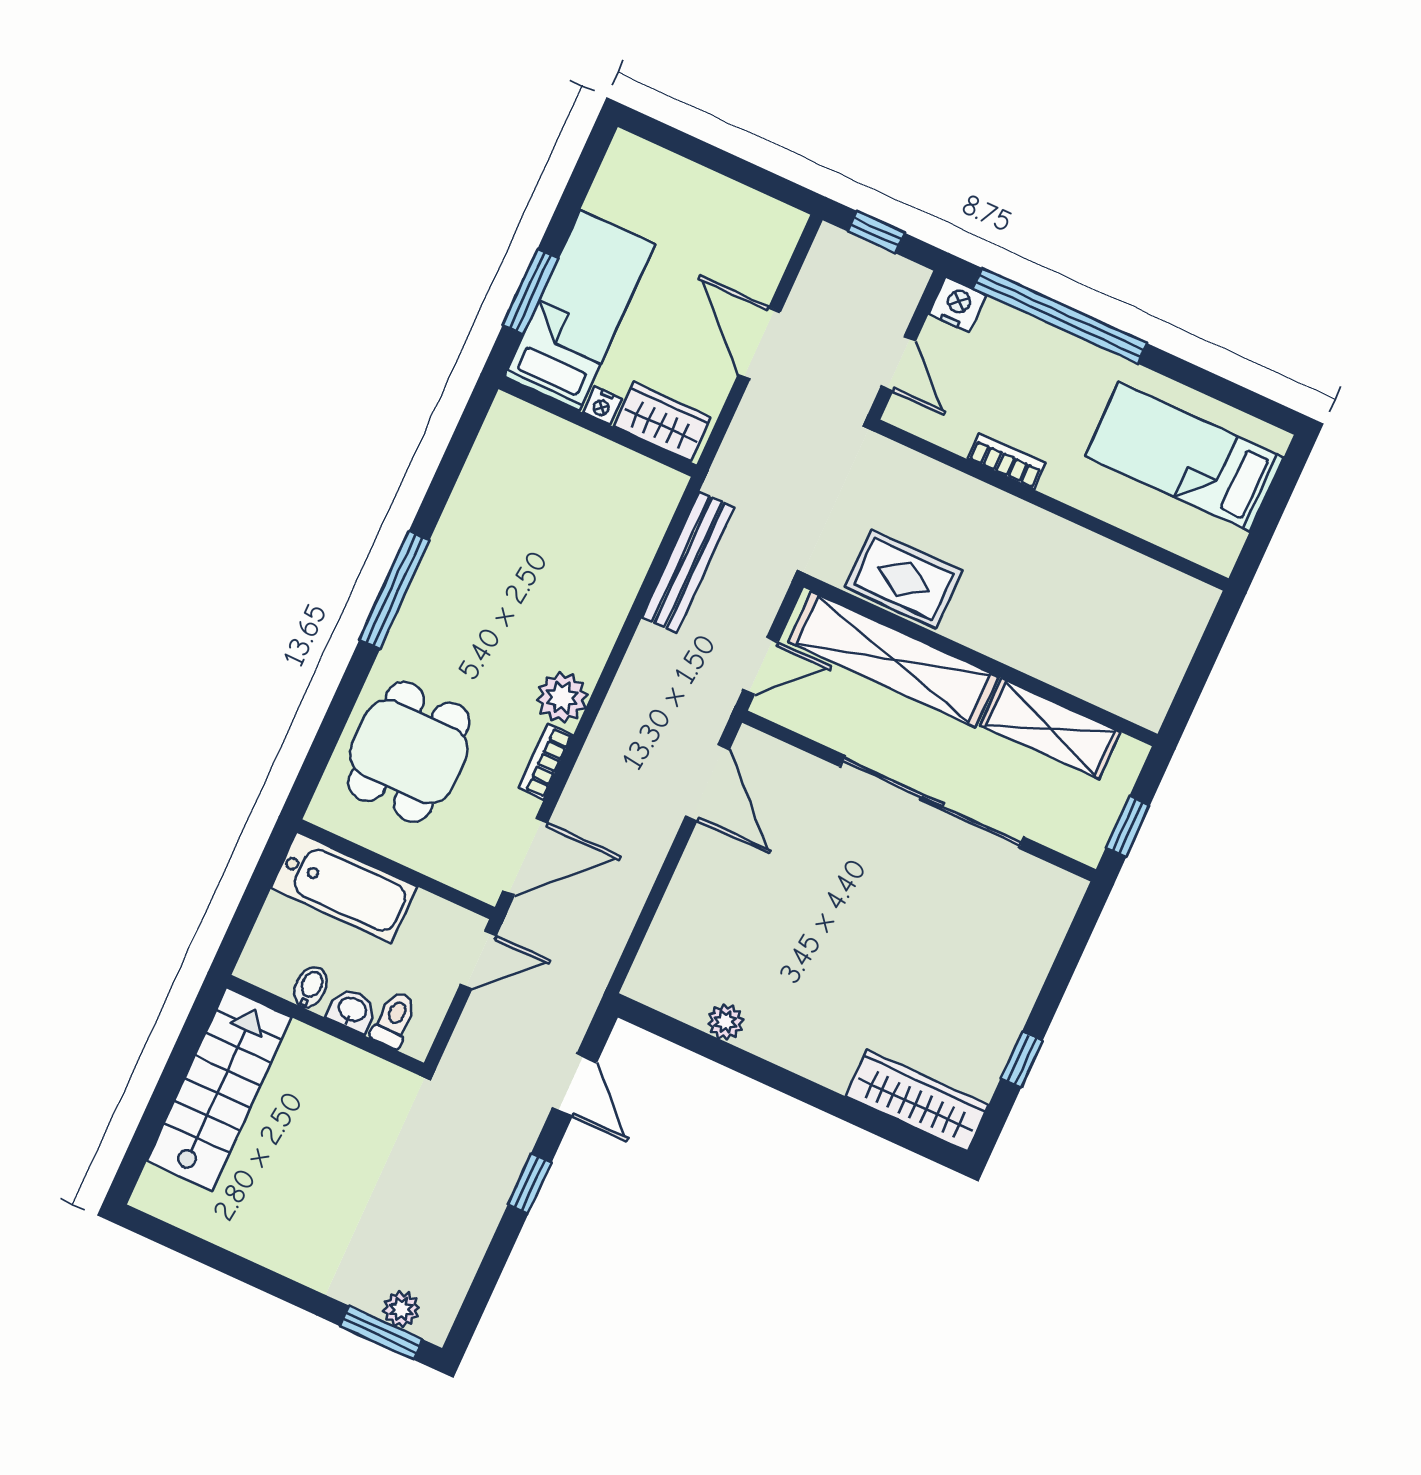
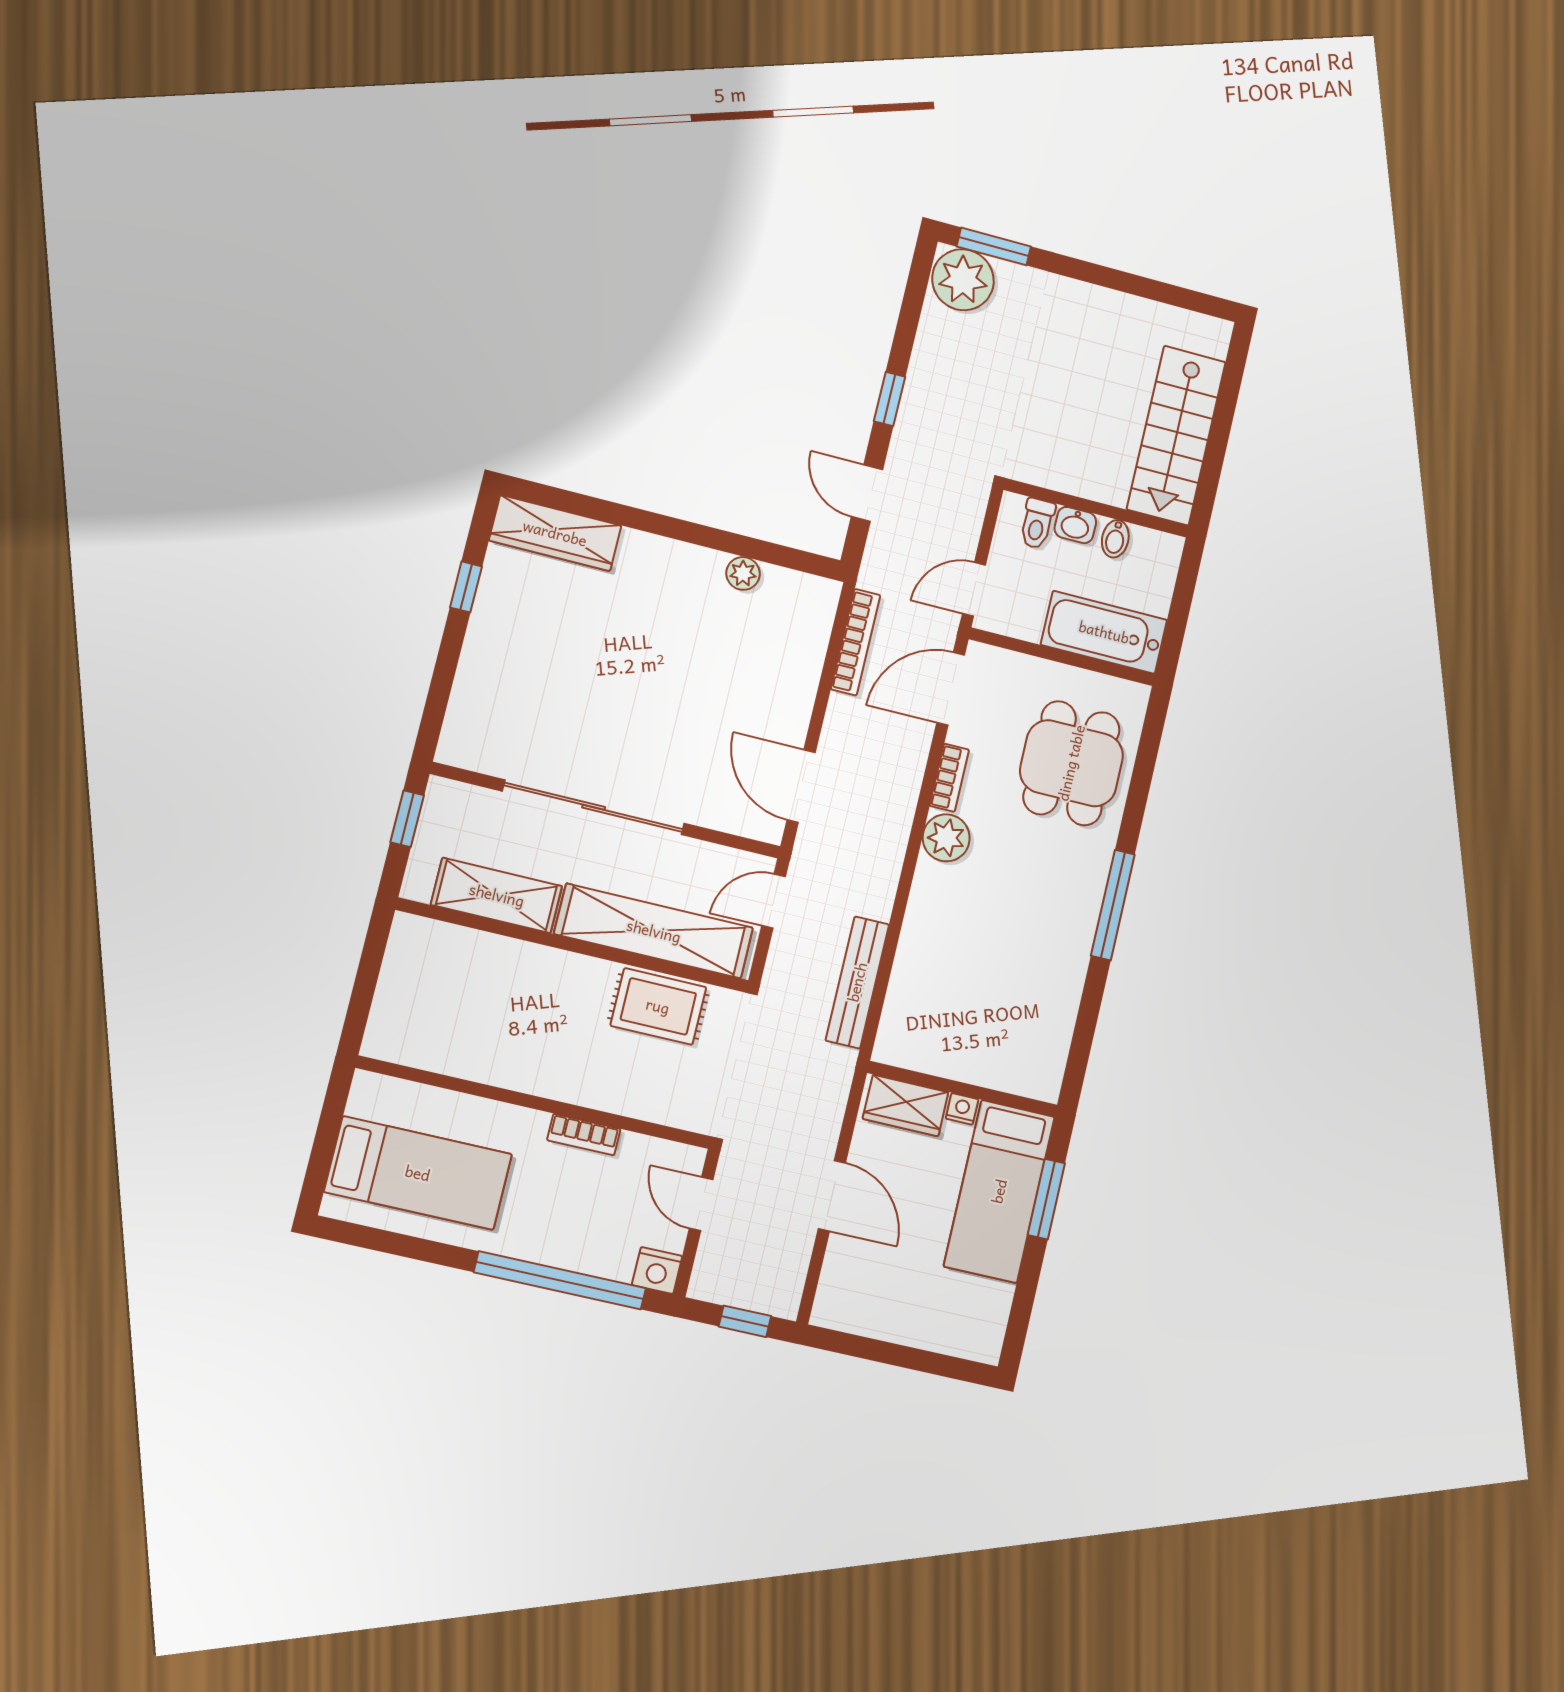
bookcase: (619, 926) -> (856, 642), added
plant: (401, 1309) -> (963, 280), width x1.88, depth x1.88

